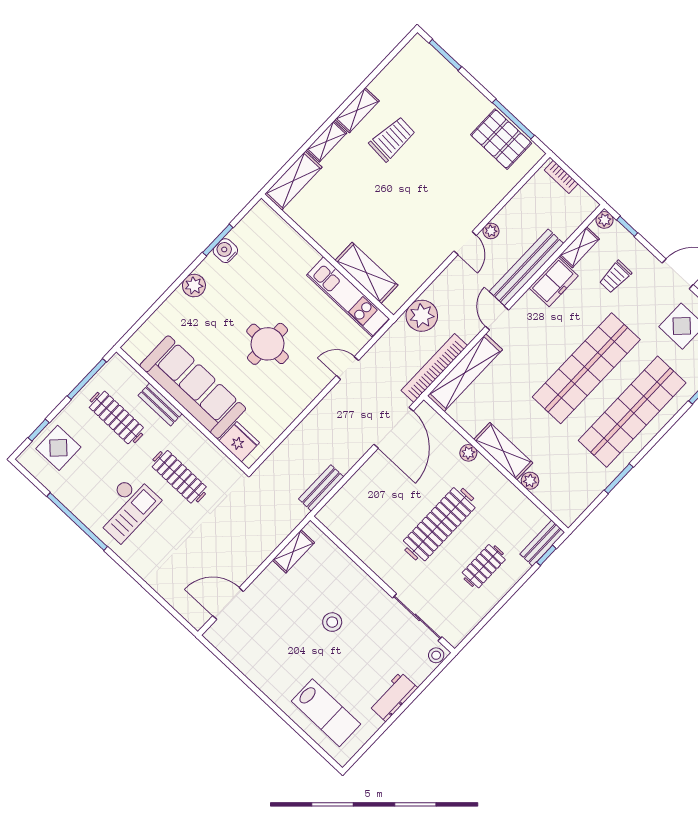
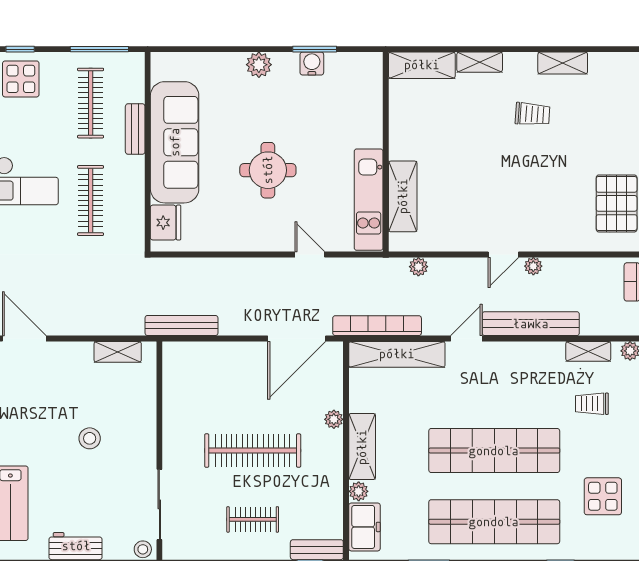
shelving: (357, 110) -> (563, 63), moved
trolley: (392, 139) -> (533, 114), width x0.73, depth x0.72
freezer: (554, 282) -> (364, 527), moved, turned -90
plant: (422, 316) -> (418, 267), width x0.53, depth x0.53
bench: (321, 488) -> (181, 326), width x1.36

